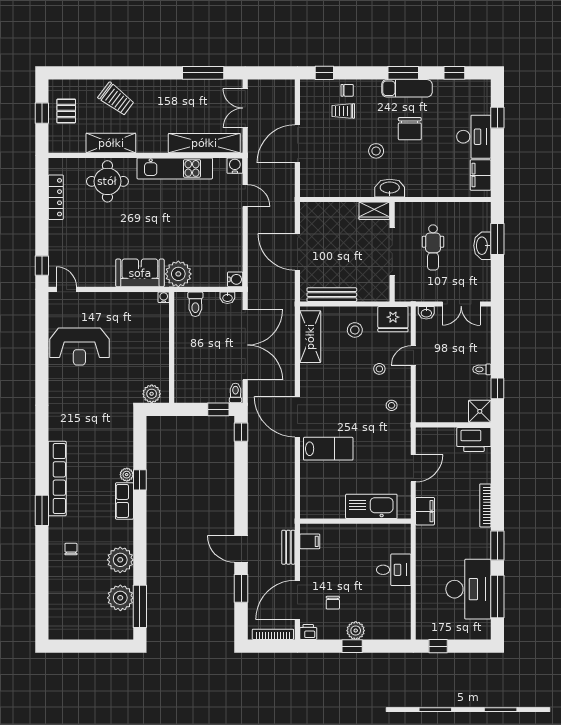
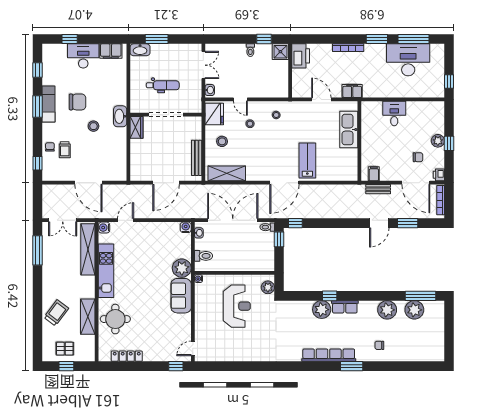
washbasin: (482, 246) -> (140, 50), moved
reception desk: (79, 347) -> (237, 306), moved
plant: (127, 475) -> (322, 310), width x1.88, depth x1.88

